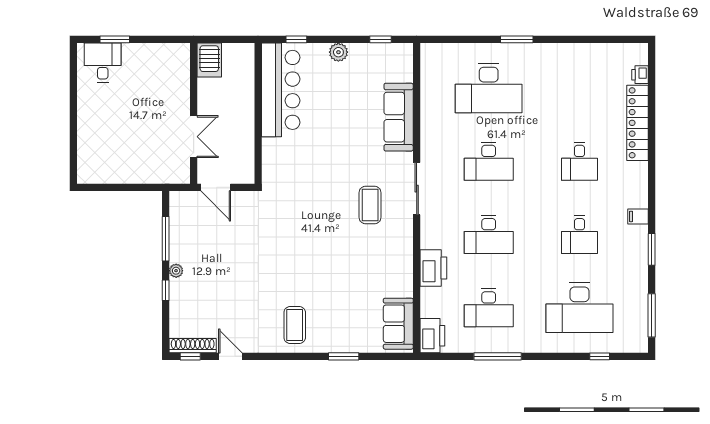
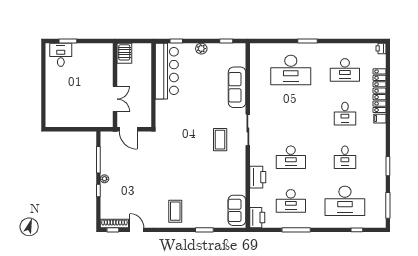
printer: (640, 75) -> (381, 48), moved
desk: (489, 161) -> (345, 70), moved
filing cabinet: (638, 216) -> (380, 119), moved

